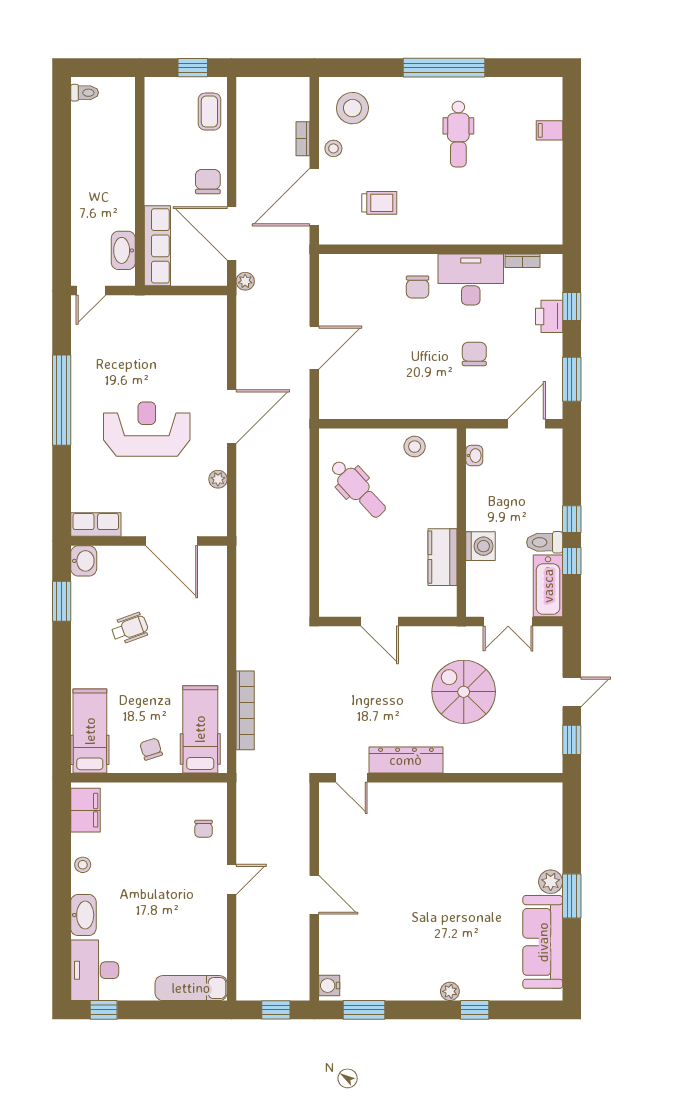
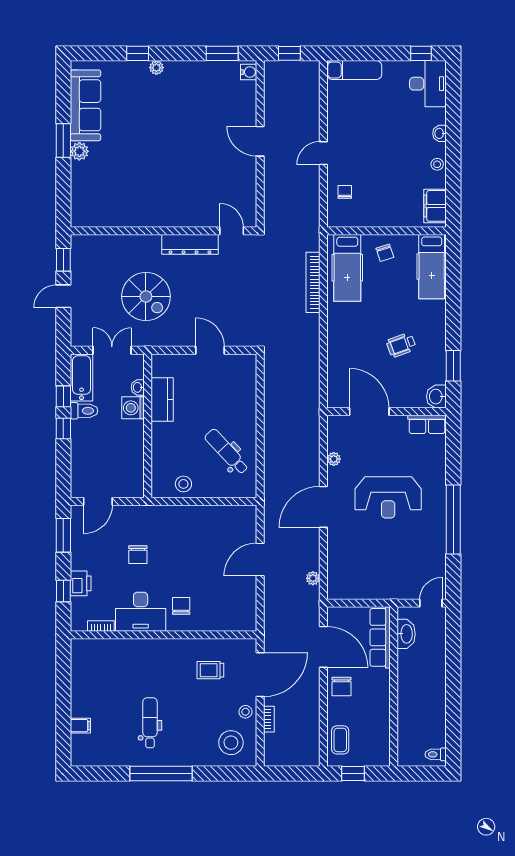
plant: (245, 281) -> (313, 578), moved
washbasin: (474, 456) -> (138, 387), moved
washbasin: (83, 915) -> (440, 133), width x0.52, depth x0.69

